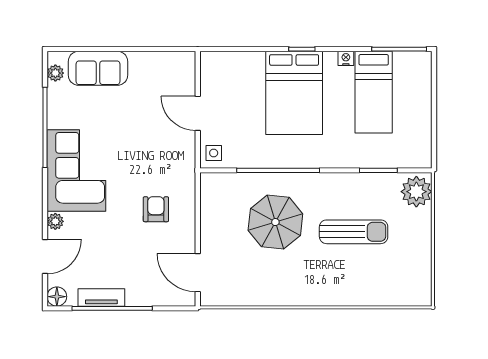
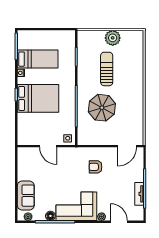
door: (198, 113) -> (48, 146), hinge flipped
plant: (416, 192) -> (113, 38), moved
floor lamp: (57, 297) -> (50, 216), moved

